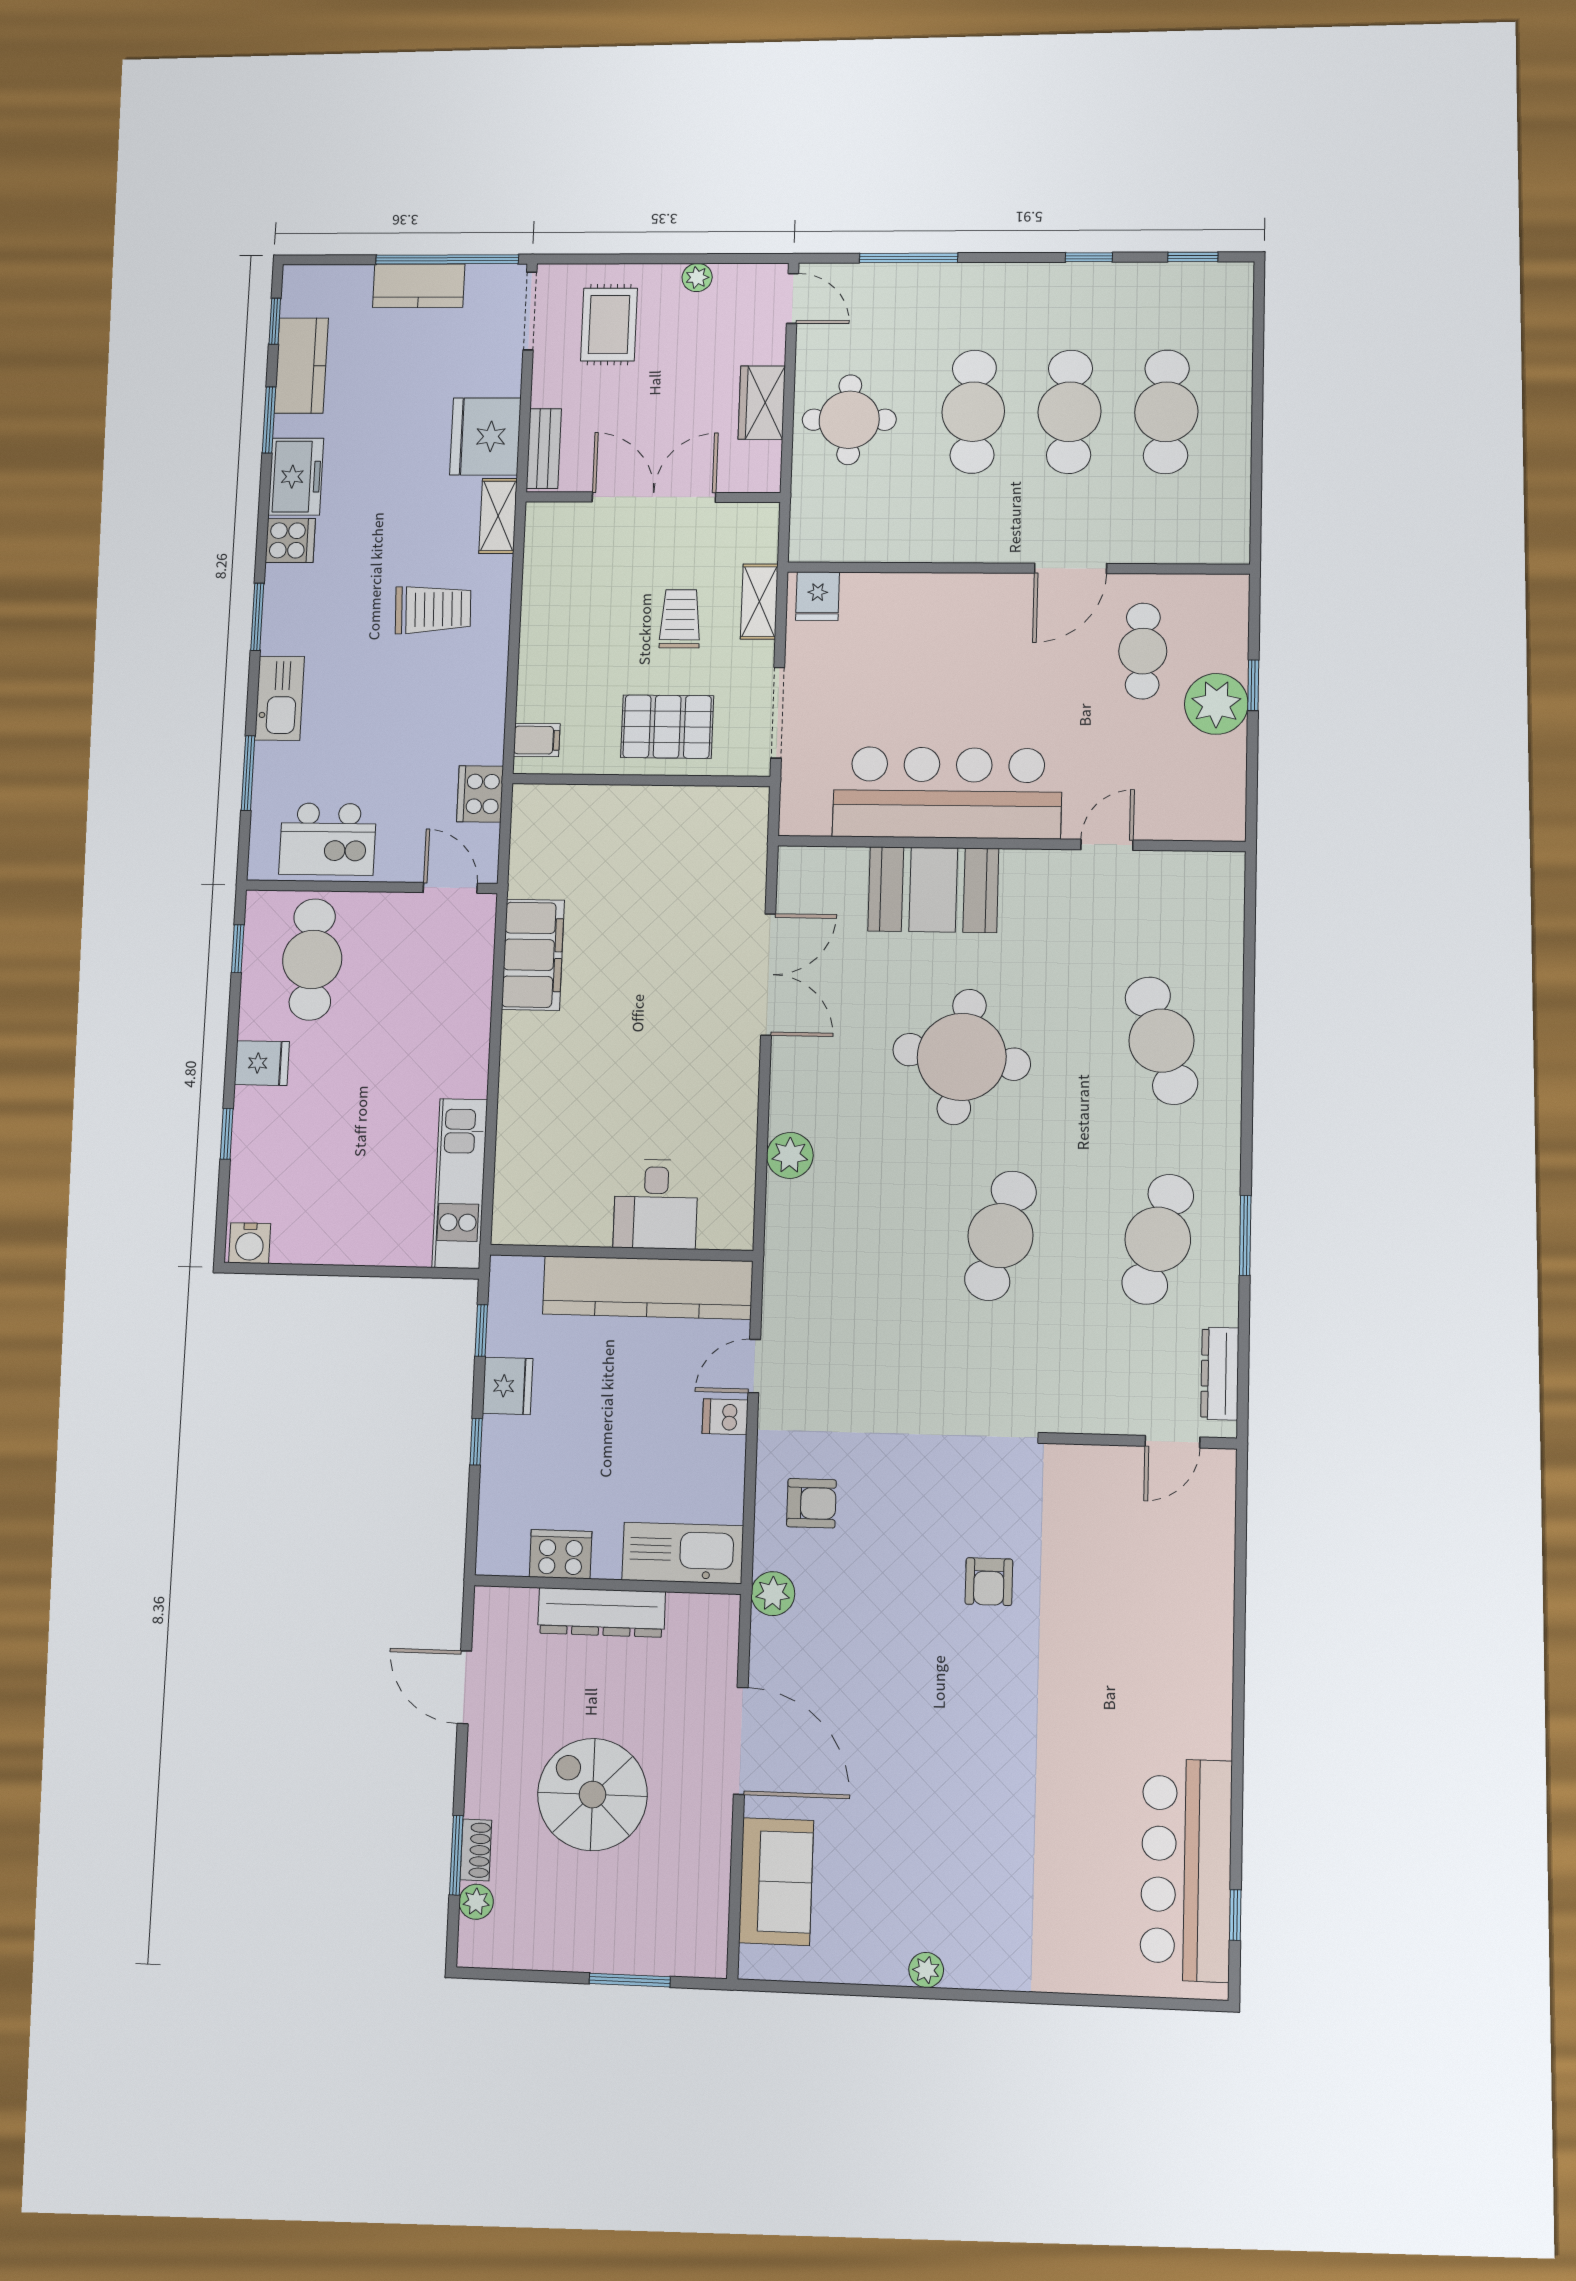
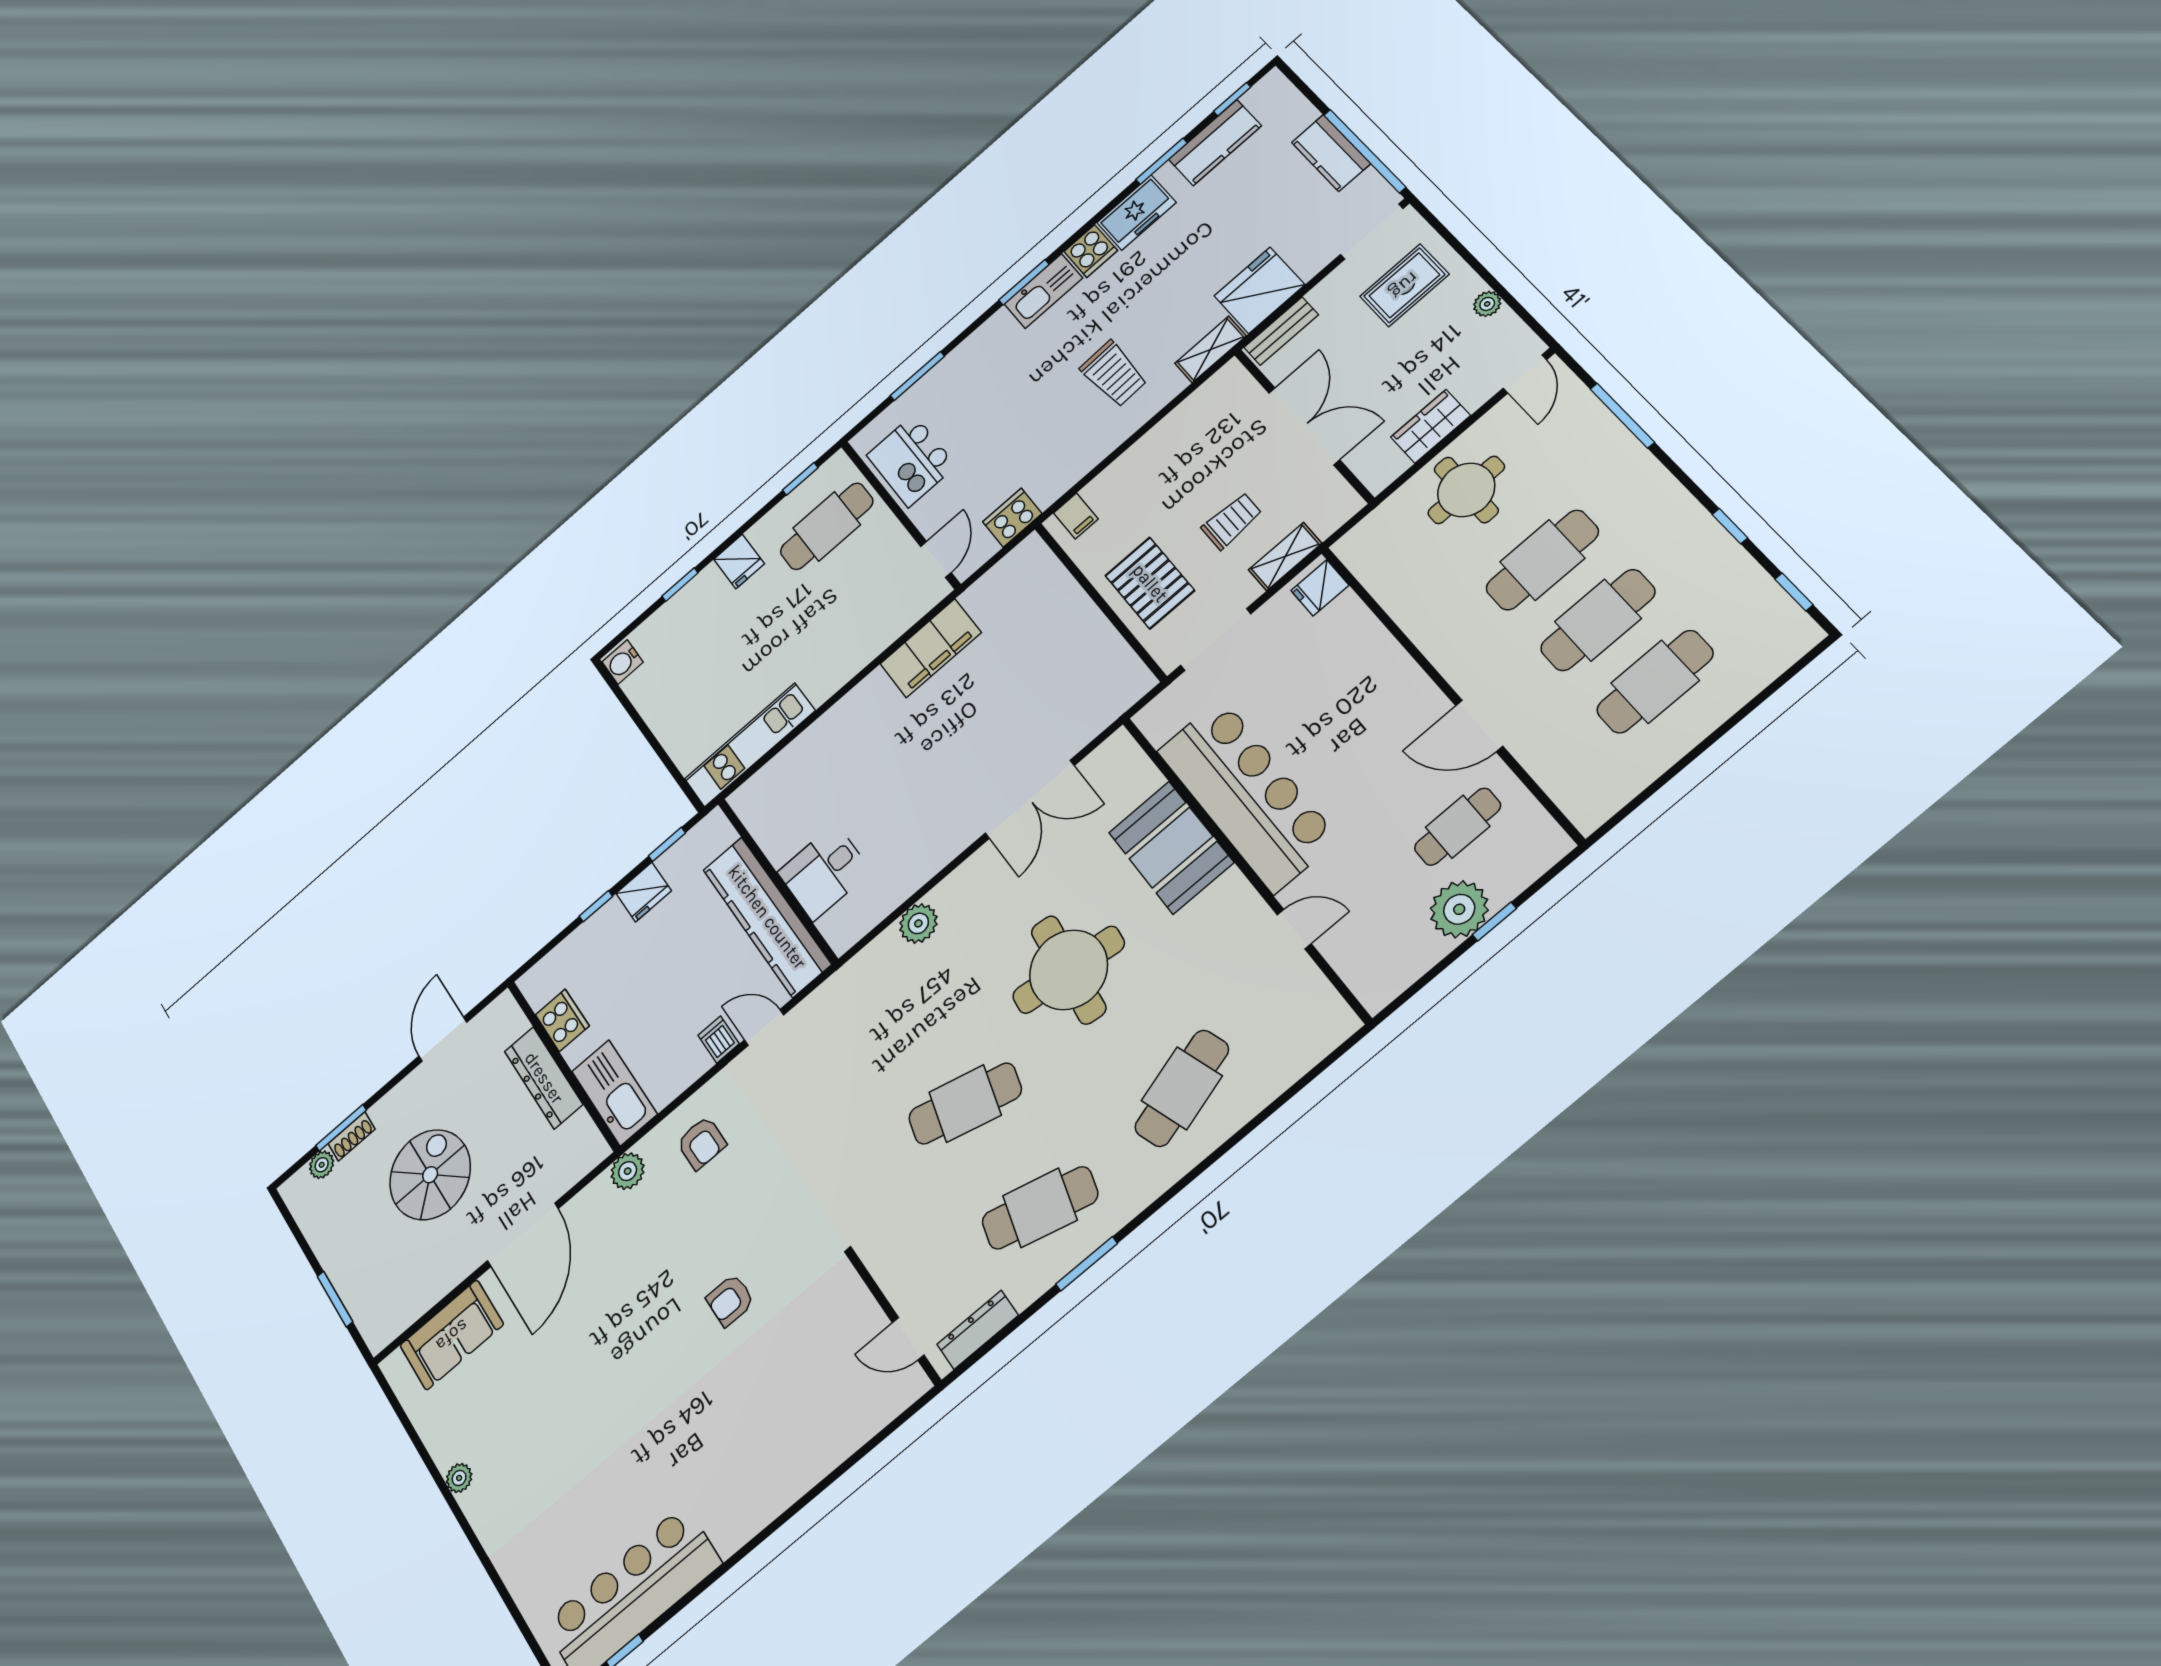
kitchen sink: (280, 698) -> (1043, 291), moved

